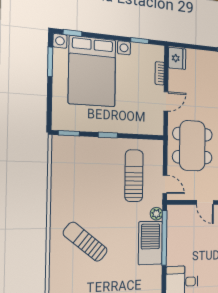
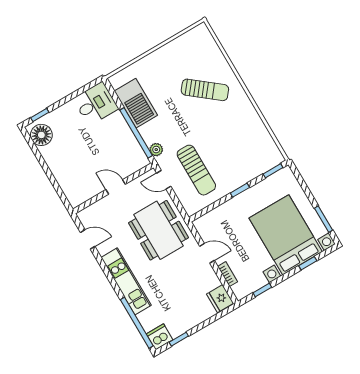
window: (72, 33) -> (308, 263), moved
door: (166, 101) -> (207, 253), swing flipped
barbecue: (150, 243) -> (136, 103), moved

